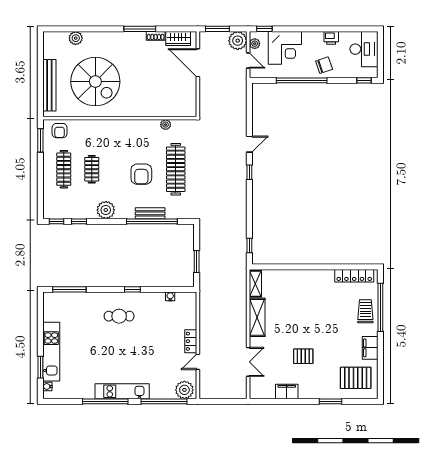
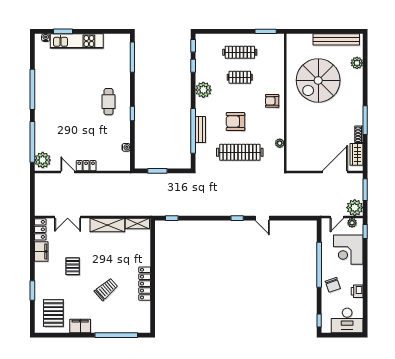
bench: (49, 85) -> (336, 39), moved
armchair: (60, 131) -> (272, 101), moved
locker: (354, 276) -> (145, 284), moved
trolley: (365, 311) -> (106, 289), moved, turned -41
kitchen unit: (122, 391) -> (41, 104), removed
locker: (262, 393) -> (40, 229), added

